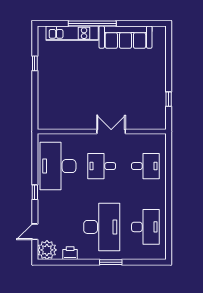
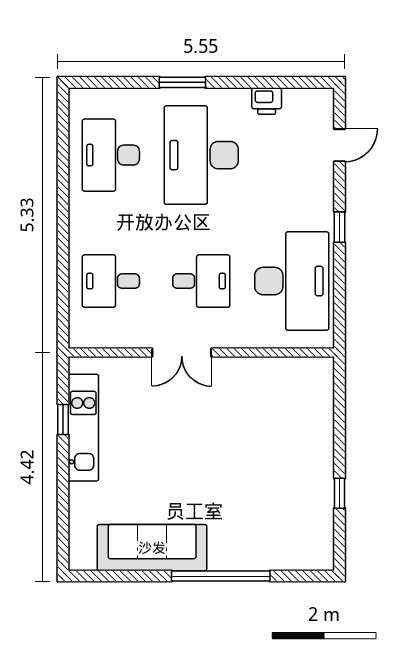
kitchen unit: (72, 33) -> (83, 428), moved, turned 90
plant: (47, 250) -> (314, 107), removed

